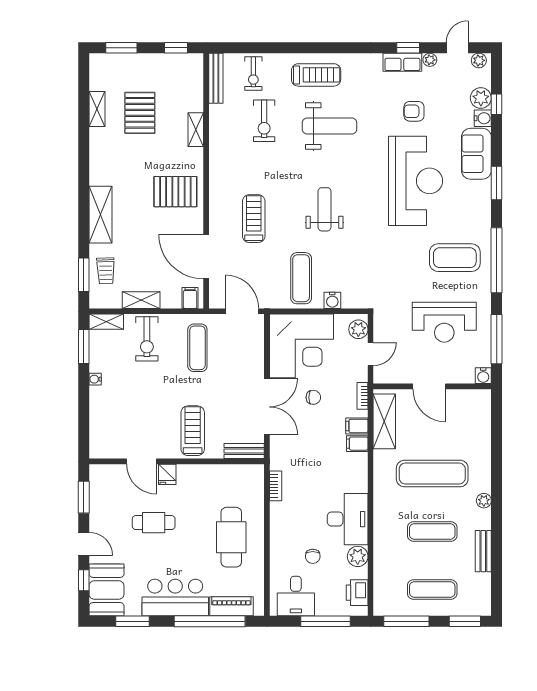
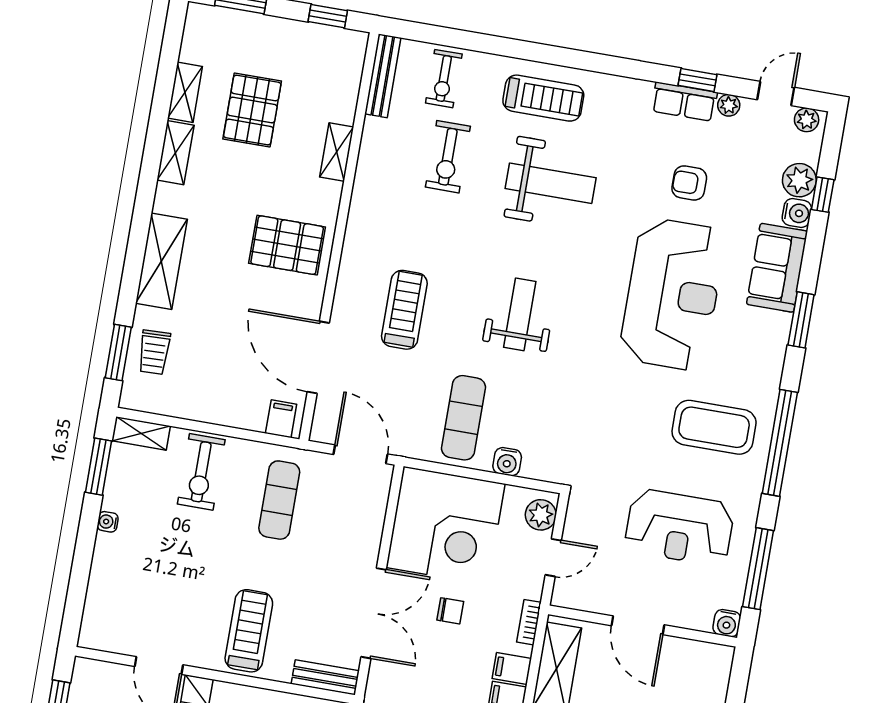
shelving: (141, 300) -> (175, 153), moved, turned 90

